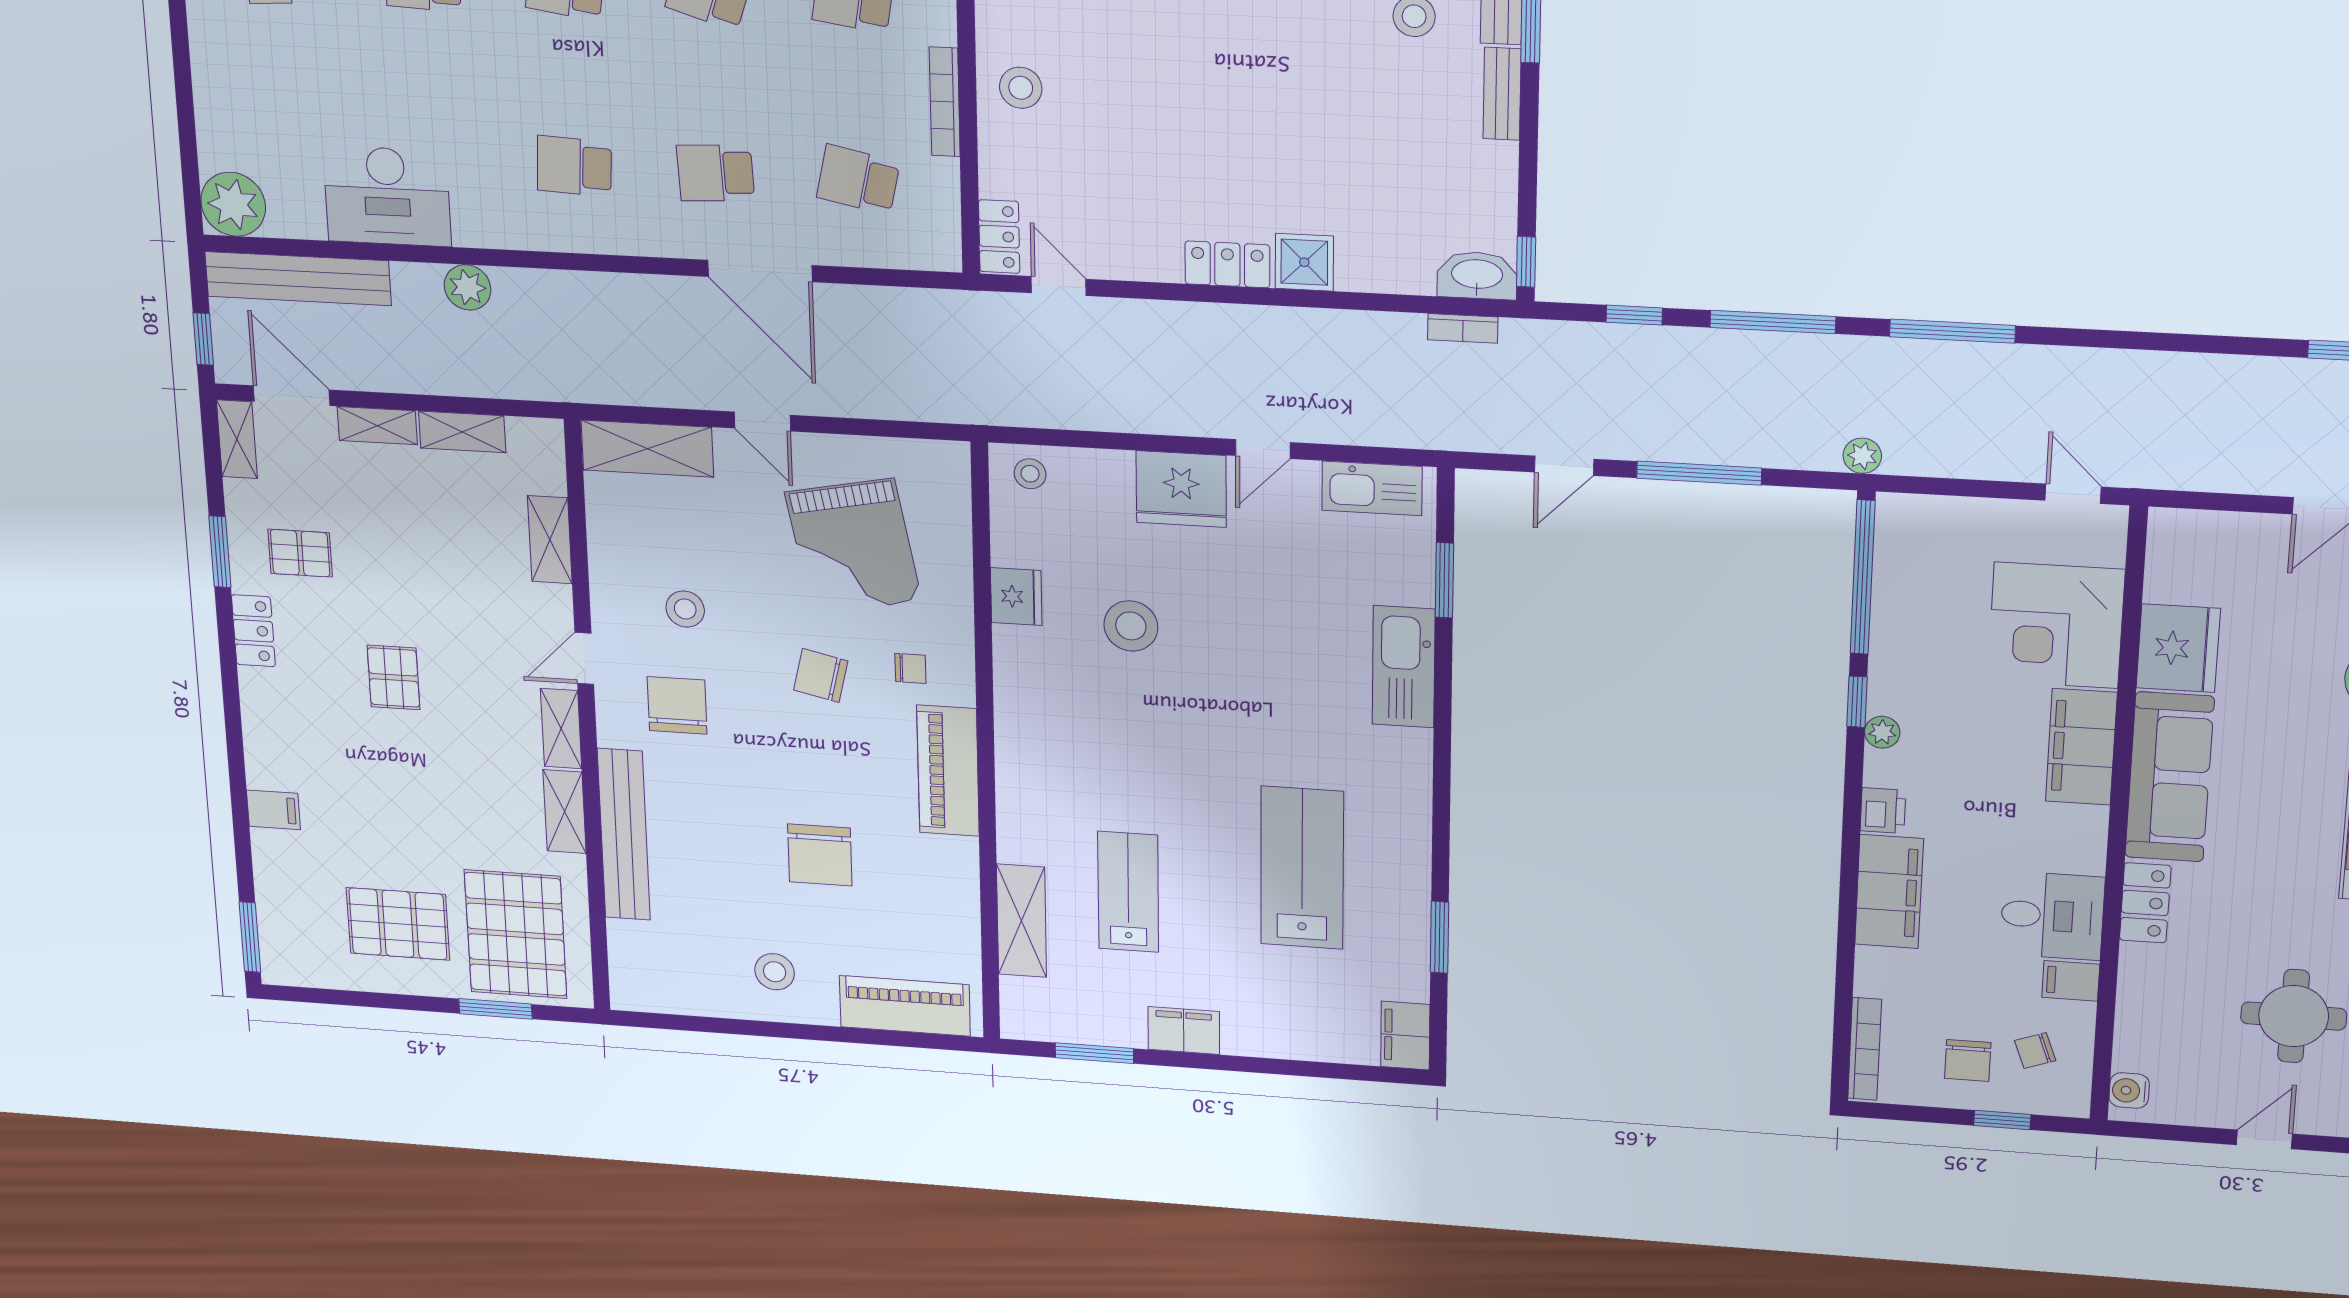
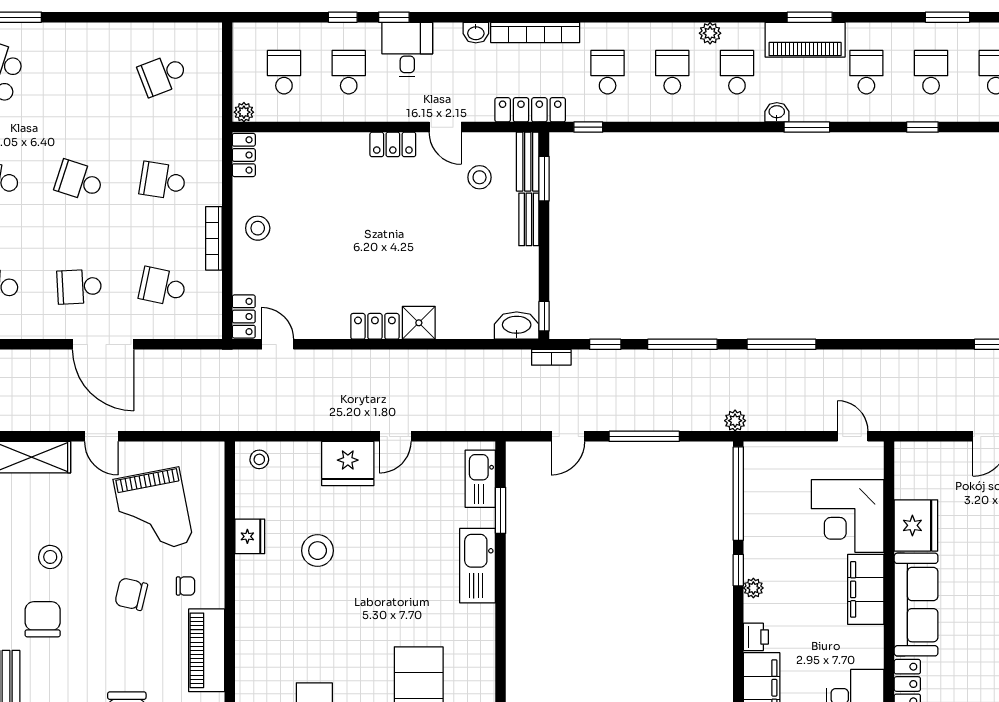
bookcase: (1463, 328) -> (551, 357), moved
kitchen sink: (1372, 488) -> (480, 479), moved, turned 90

